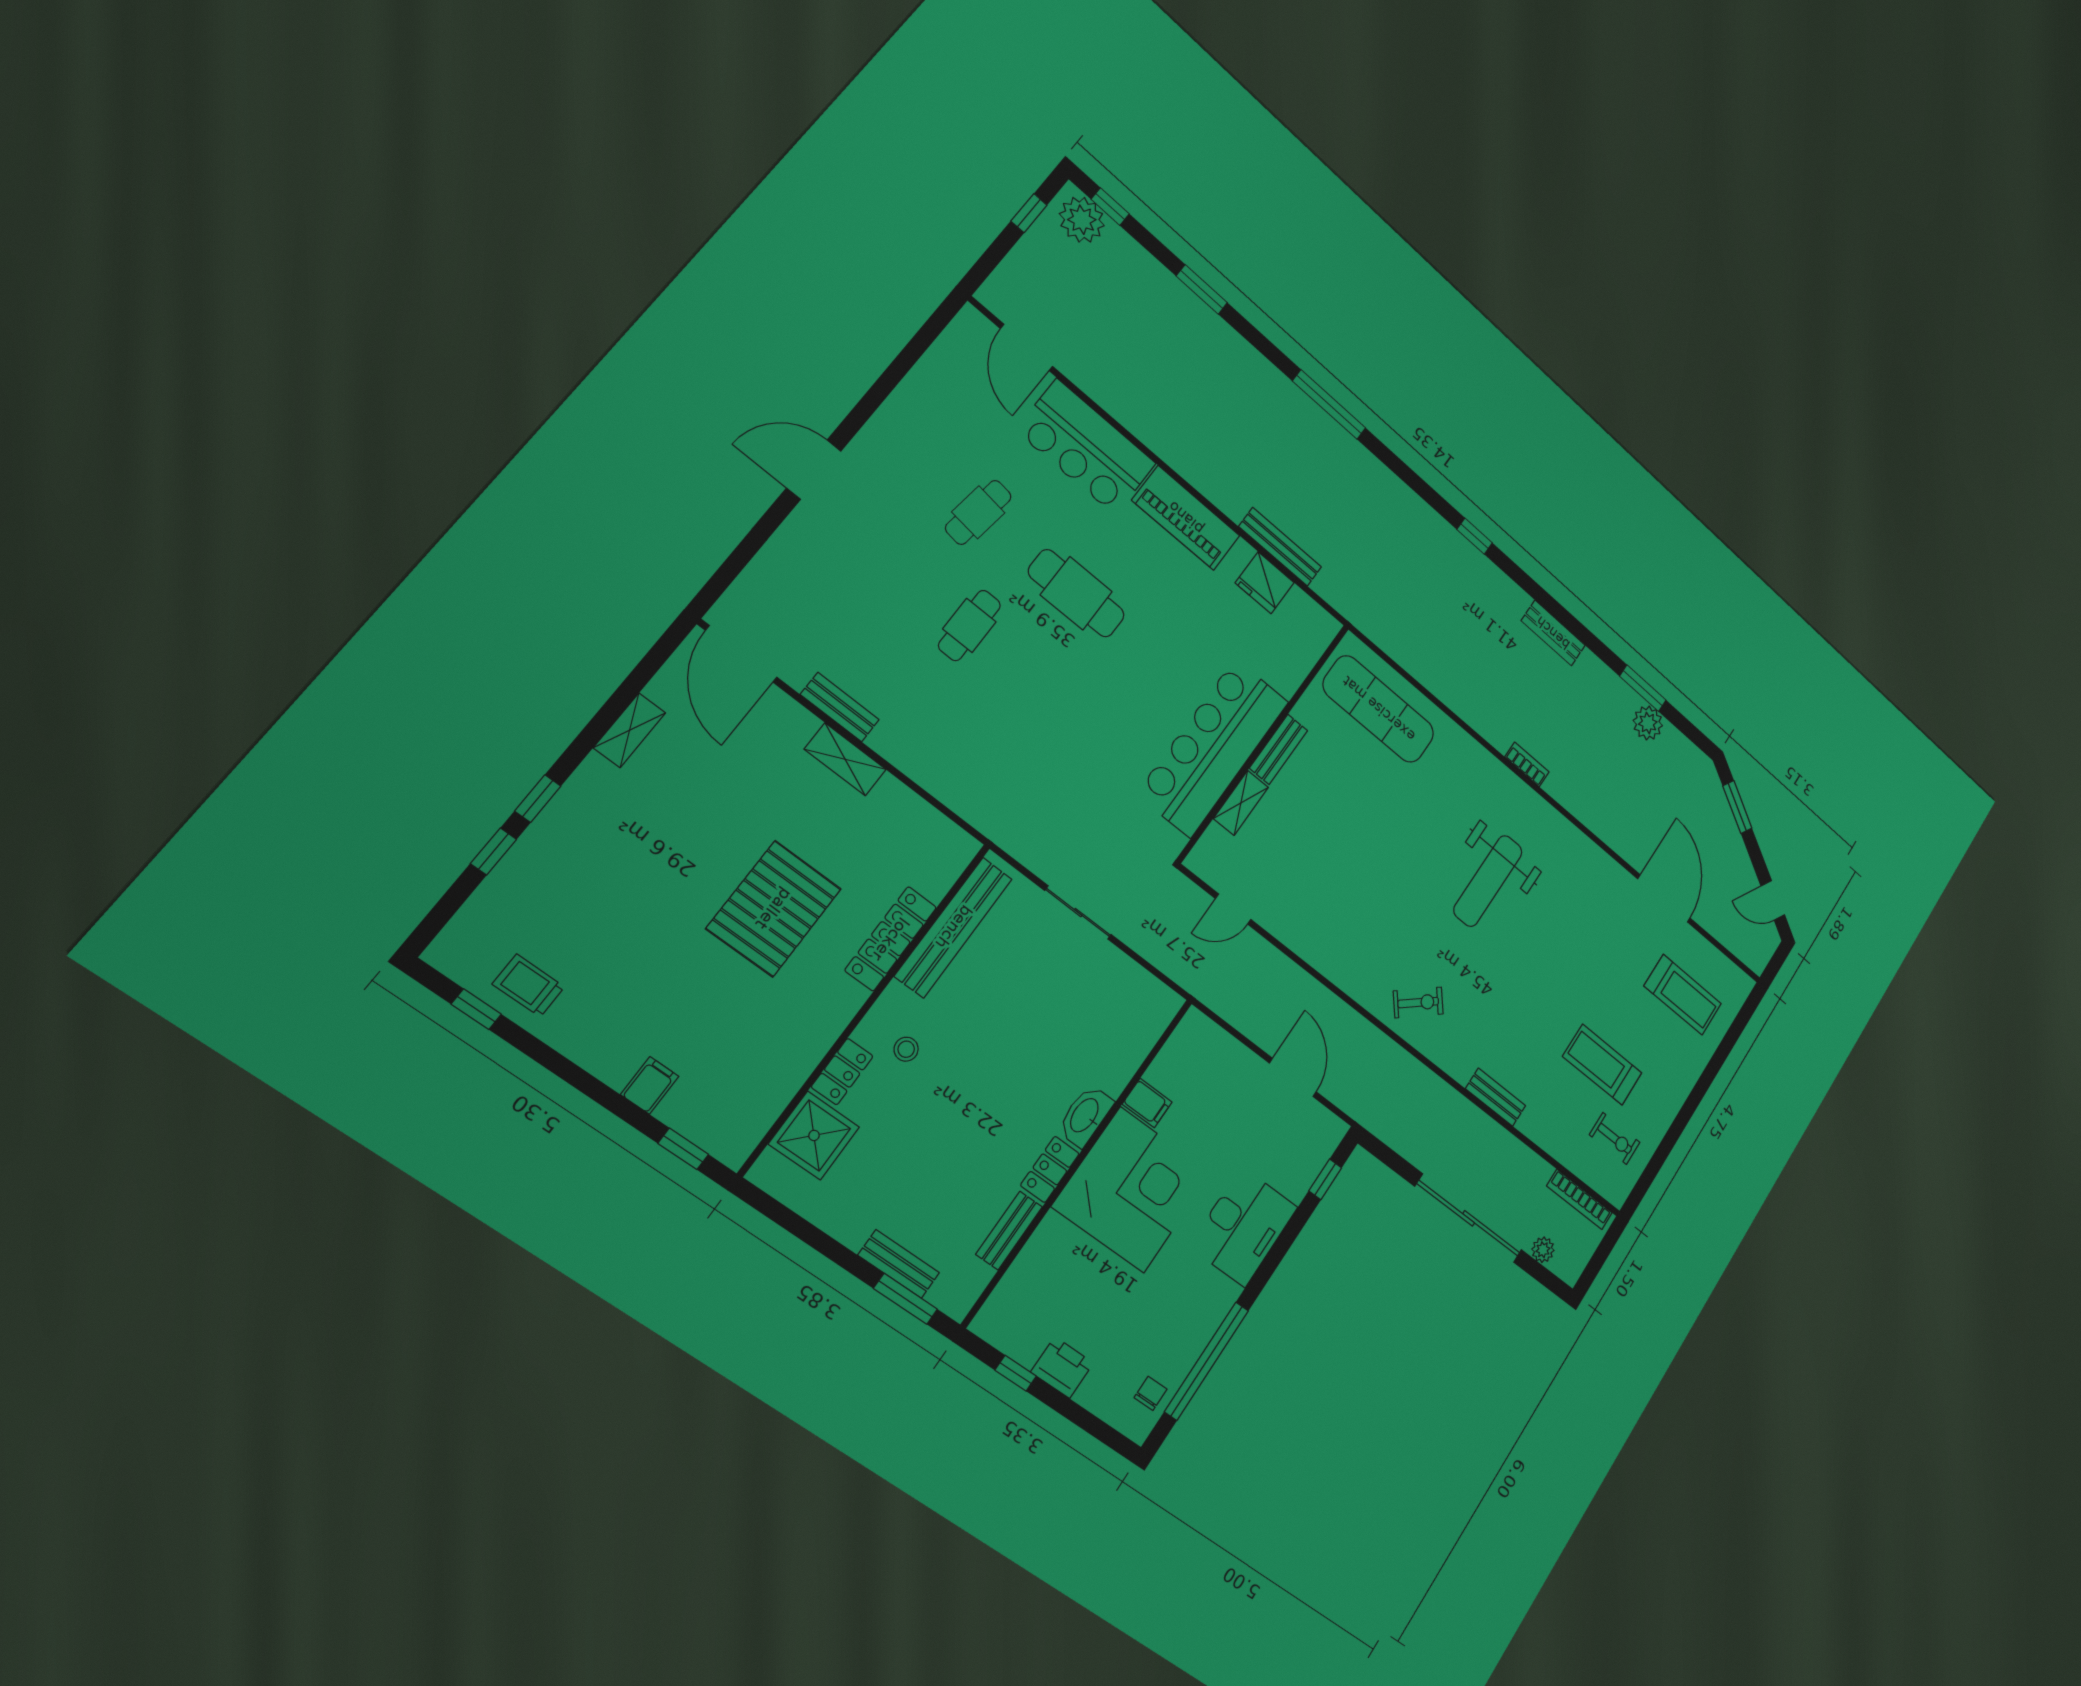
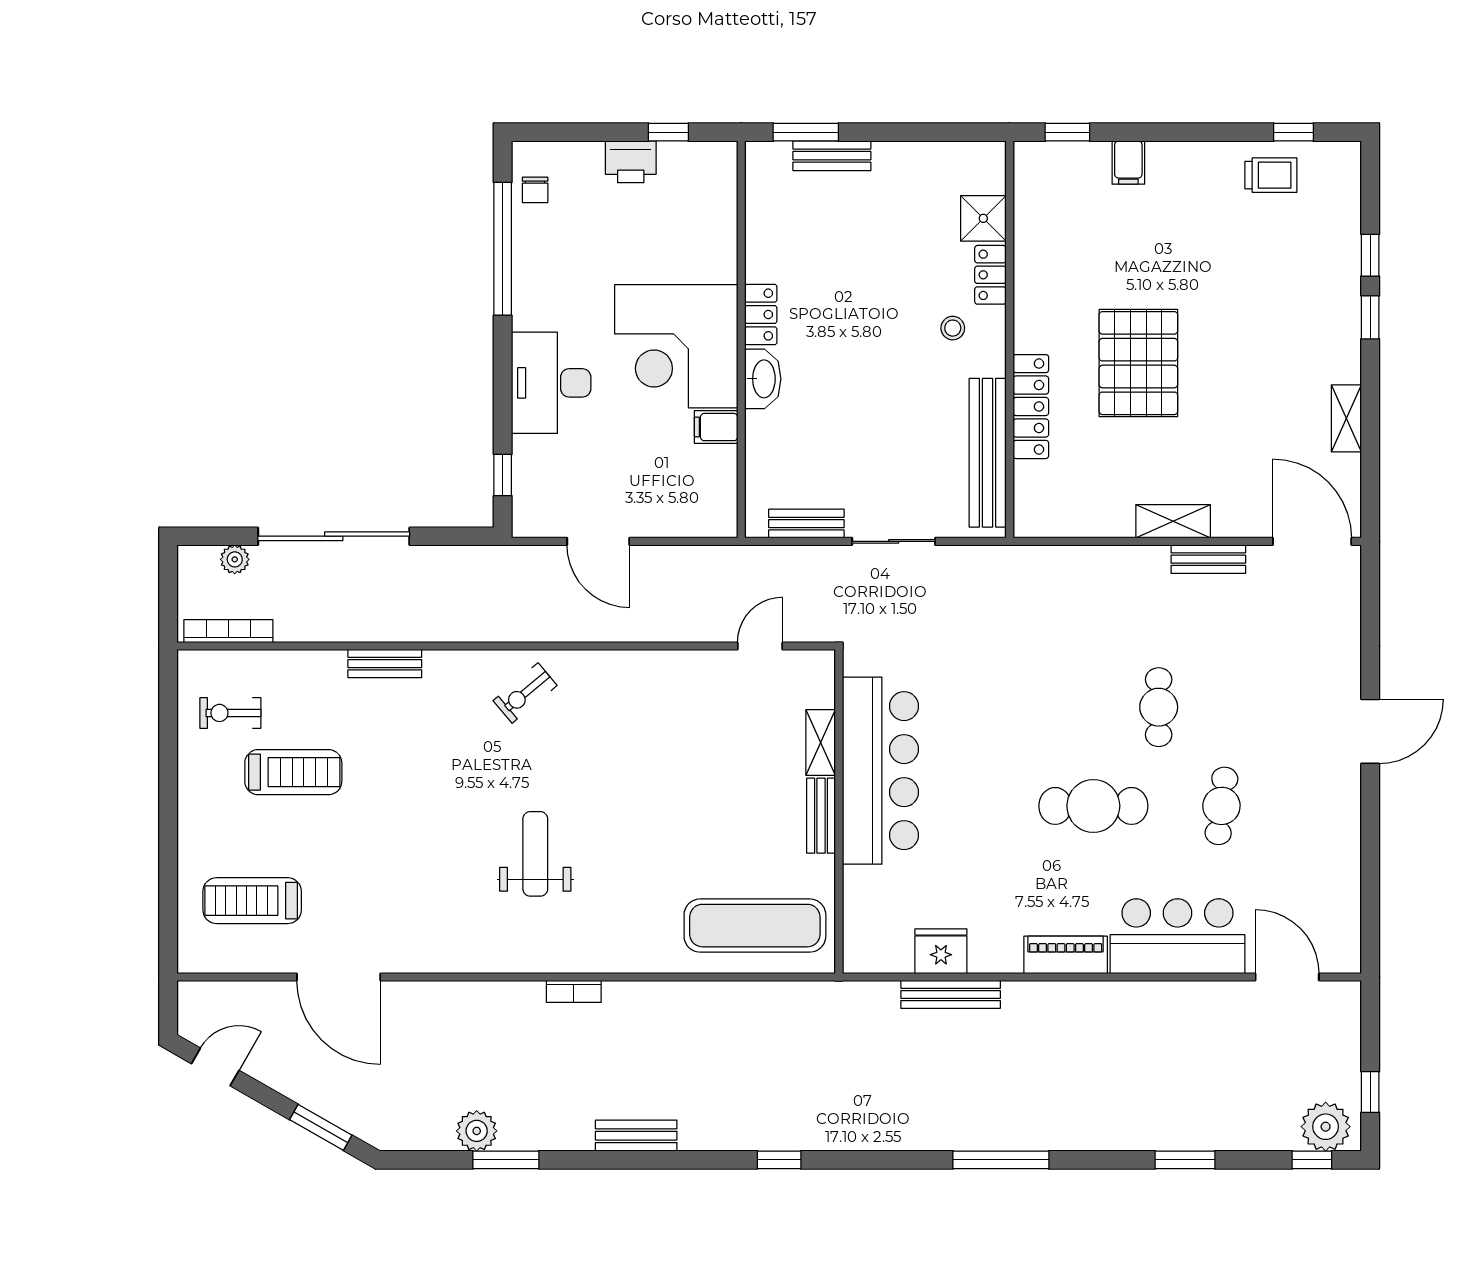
piano: (1186, 518) -> (1066, 955), width x0.73, depth x0.75
weight bench: (1488, 881) -> (535, 854), width x0.73, depth x0.75
shower: (814, 1135) -> (983, 218), width x0.73, depth x0.73
bench: (1009, 1231) -> (806, 524), moved, turned 90

